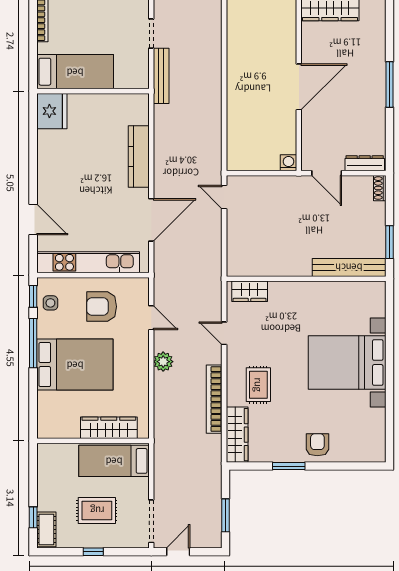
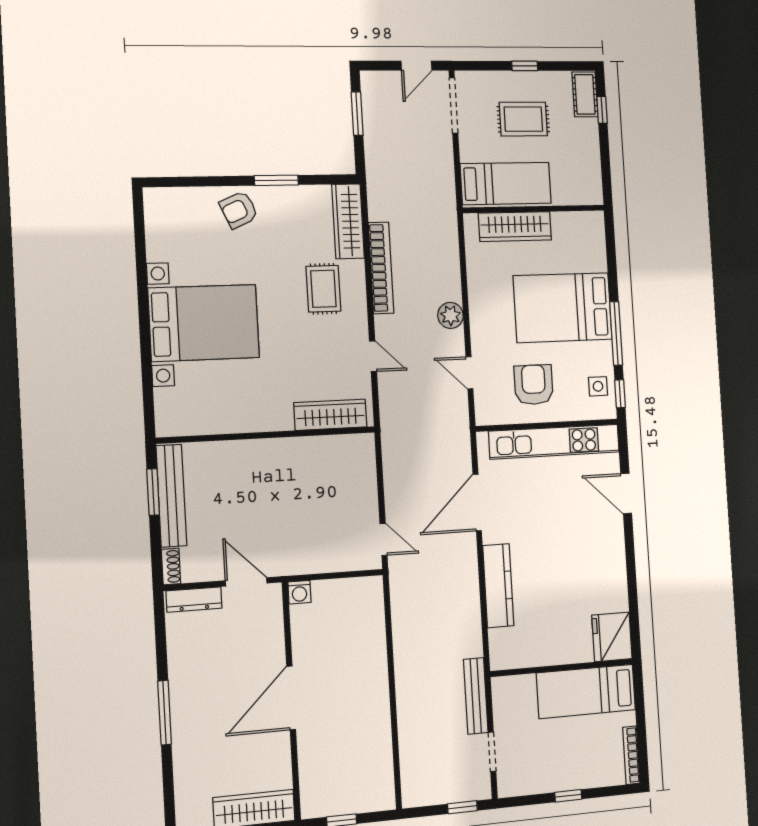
bench: (349, 267) -> (171, 496), moved, turned 90
wardrobe: (250, 291) -> (330, 415), width x1.50
armchair: (102, 307) -> (534, 385), turned -90
armchair: (317, 445) -> (239, 210), turned 66

